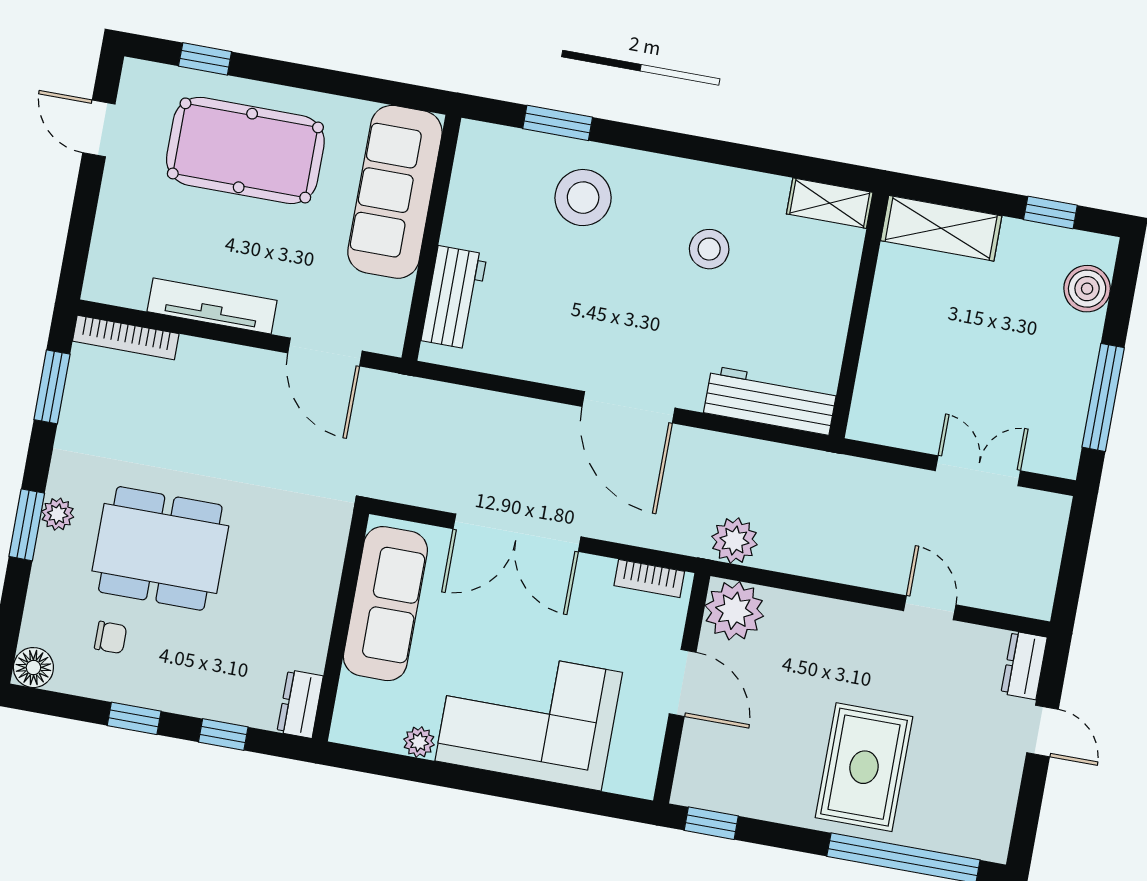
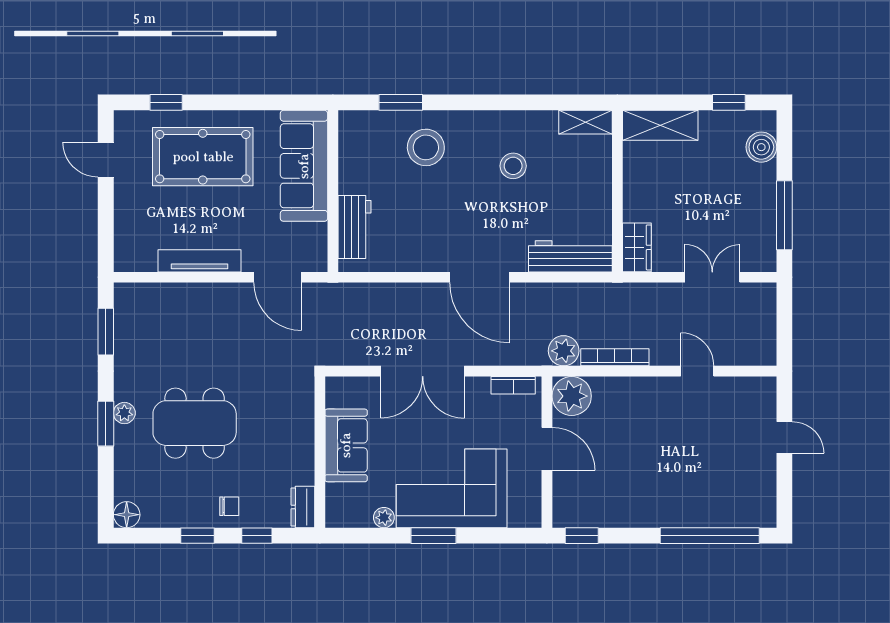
bookcase: (126, 337) -> (615, 357), moved, turned 180
wardrobe: (873, 405) -> (637, 247), added
sofa: (385, 604) -> (346, 445), width x0.73
chair: (111, 637) -> (229, 506), moved
dresser: (1024, 665) -> (765, 397), removed
rug: (864, 767) -> (674, 482), removed
window: (488, 783) -> (433, 536), added

